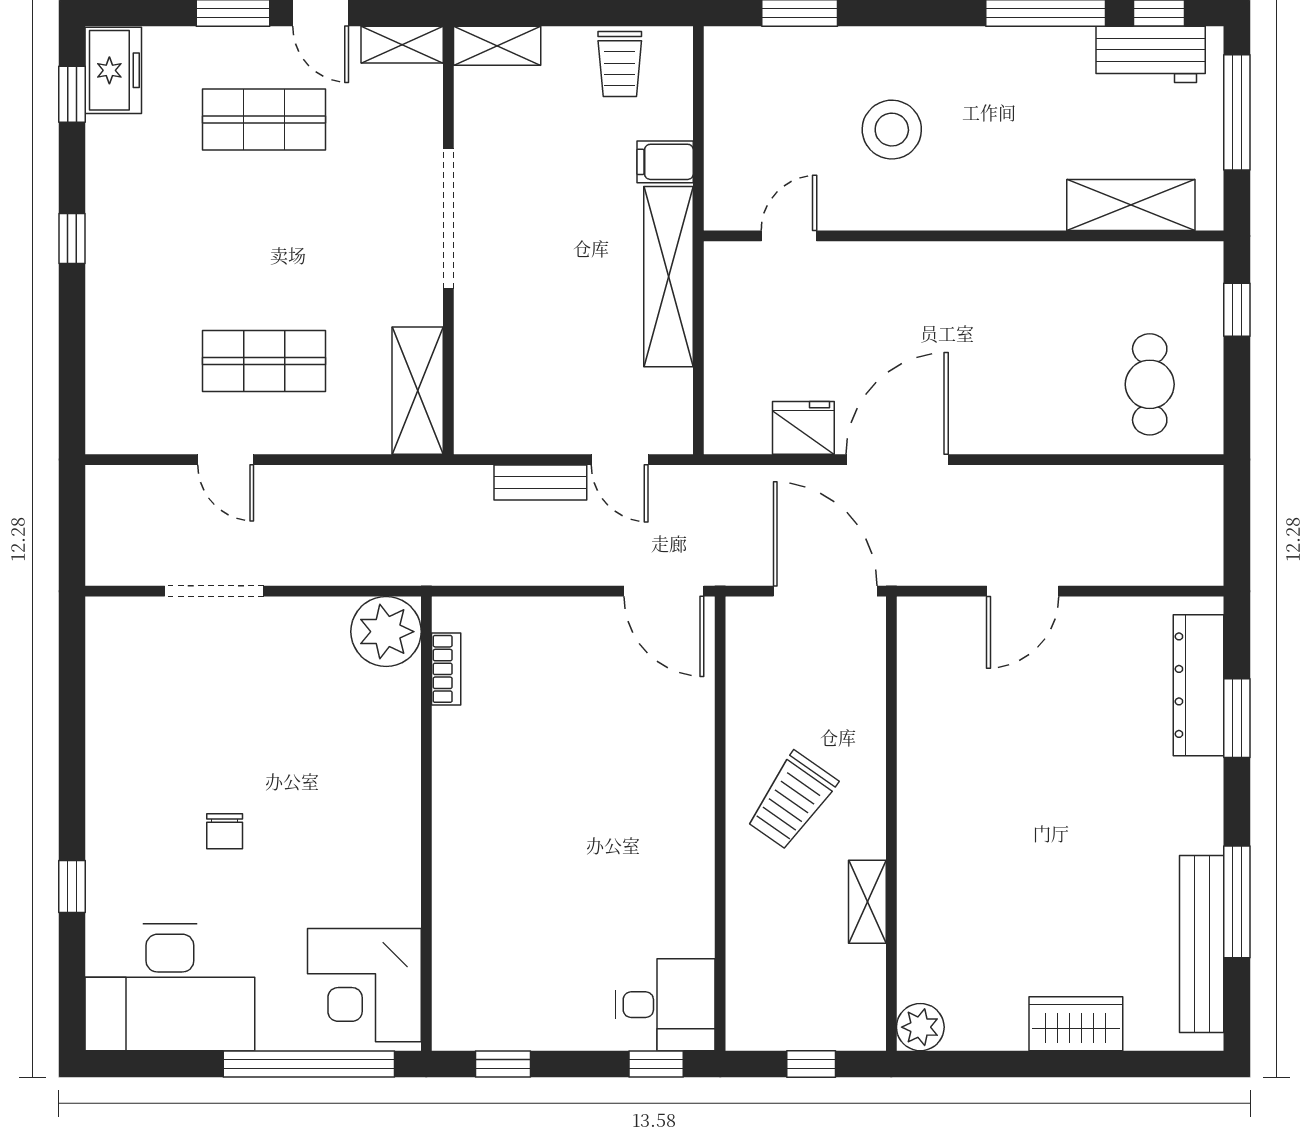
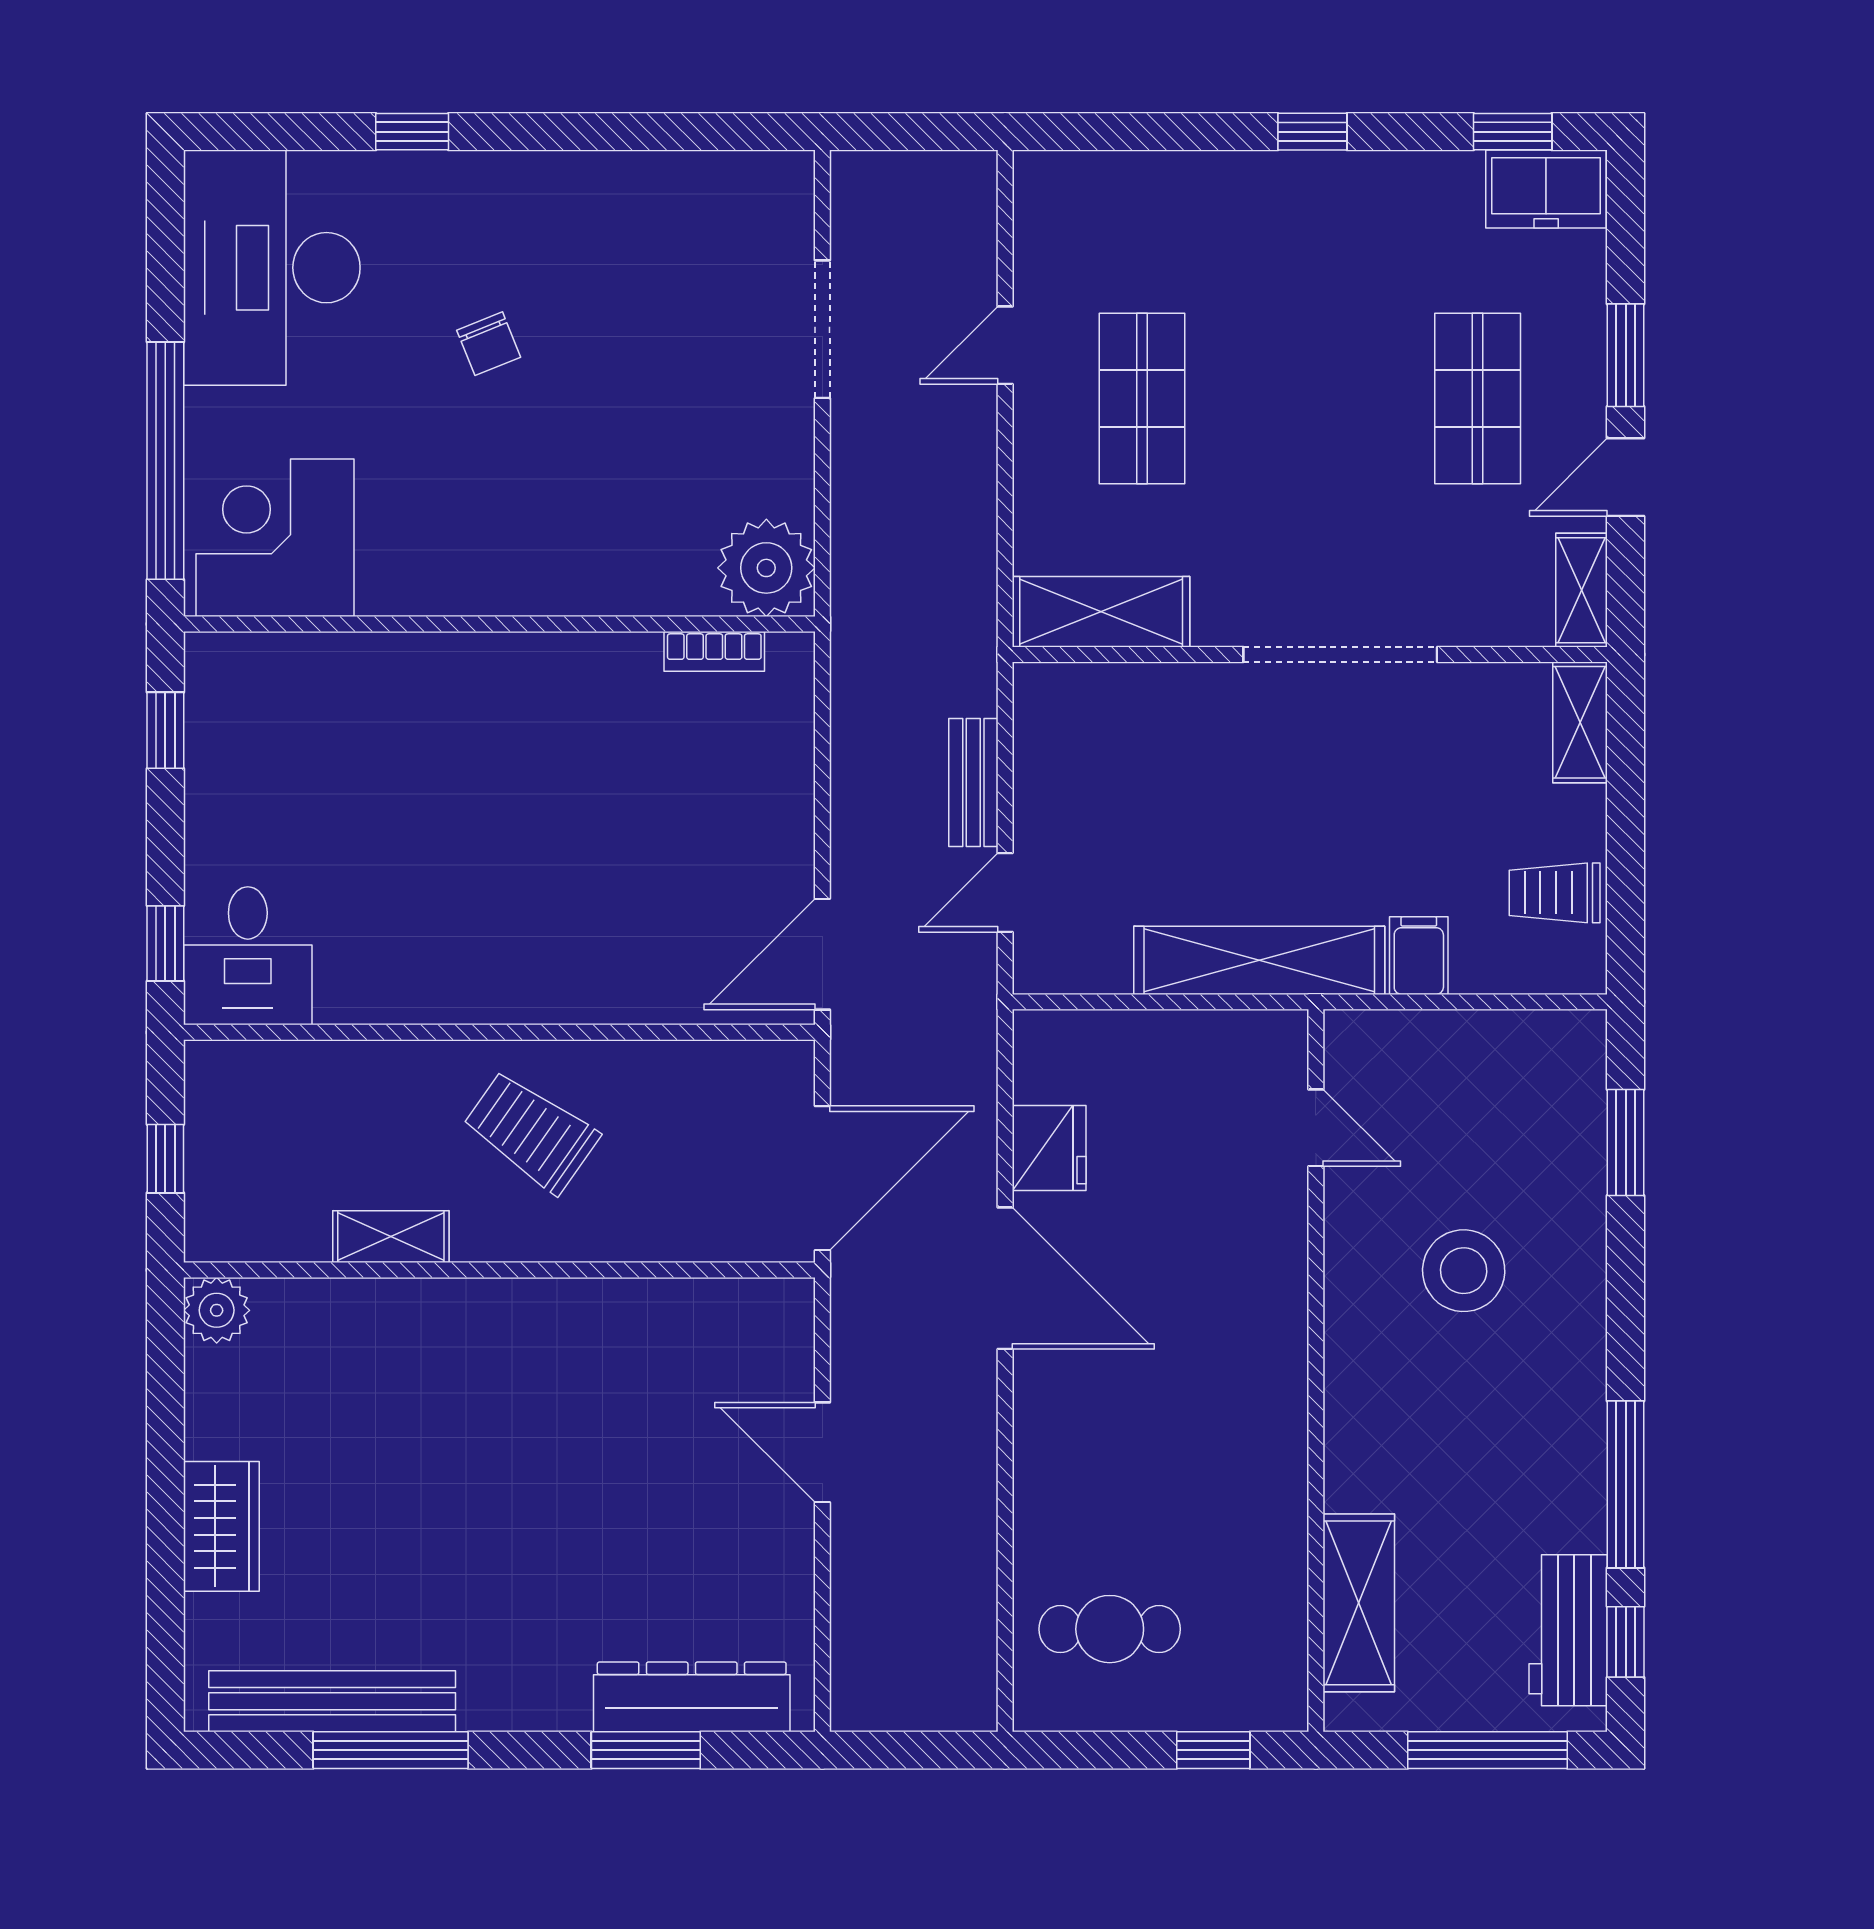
chair: (225, 831) -> (489, 344), turned -112

